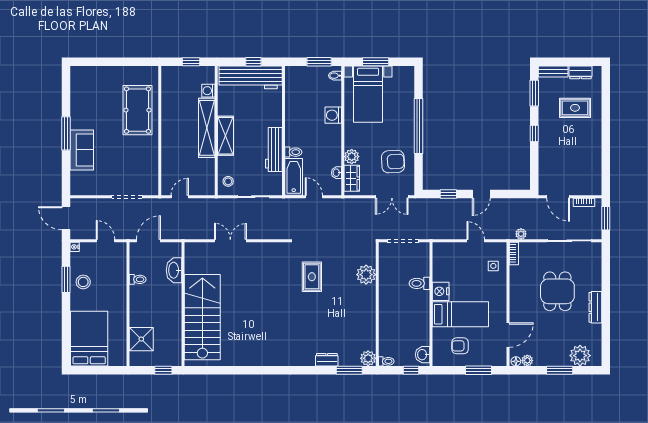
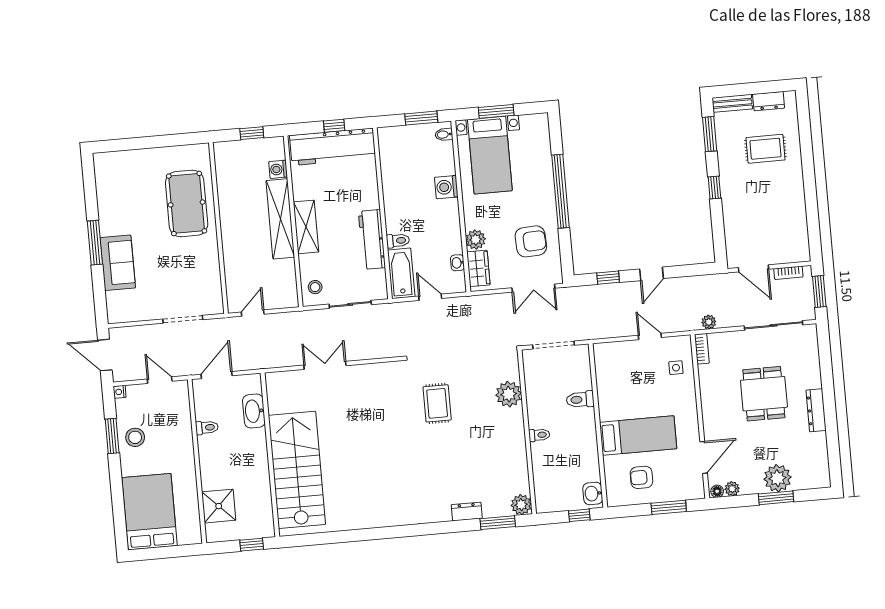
nightstand: (441, 291) -> (609, 407), removed
plant: (580, 356) -> (777, 478), moved
toilet: (386, 361) -> (539, 435), moved

